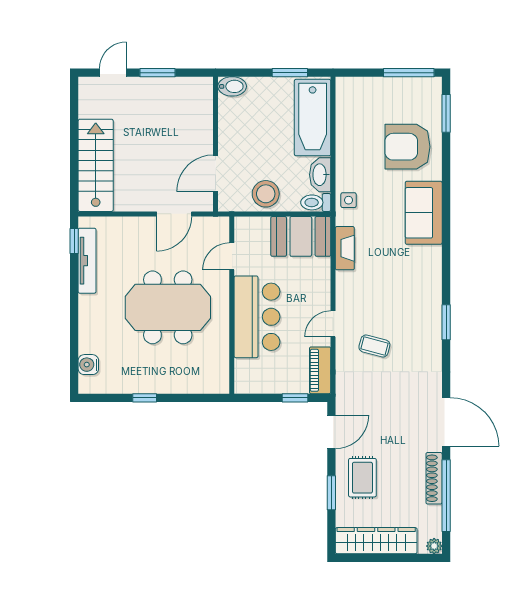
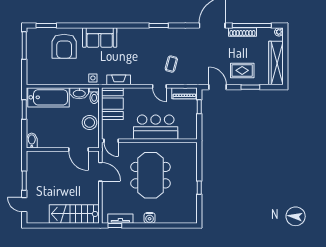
door: (232, 256) -> (111, 141), moved
tv unit: (87, 261) -> (120, 219), width x0.71
water cooler: (88, 365) -> (150, 218), moved

